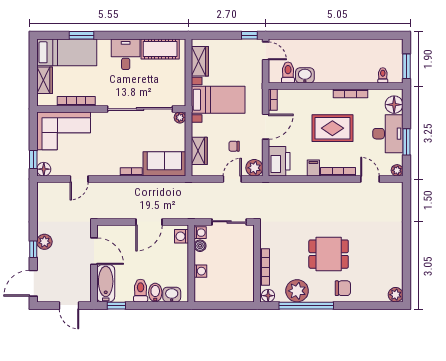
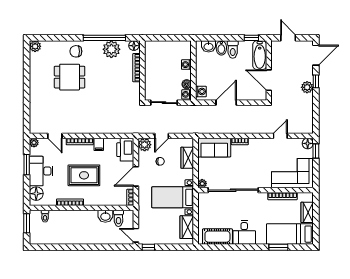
dining table: (329, 254) -> (70, 77), moved

